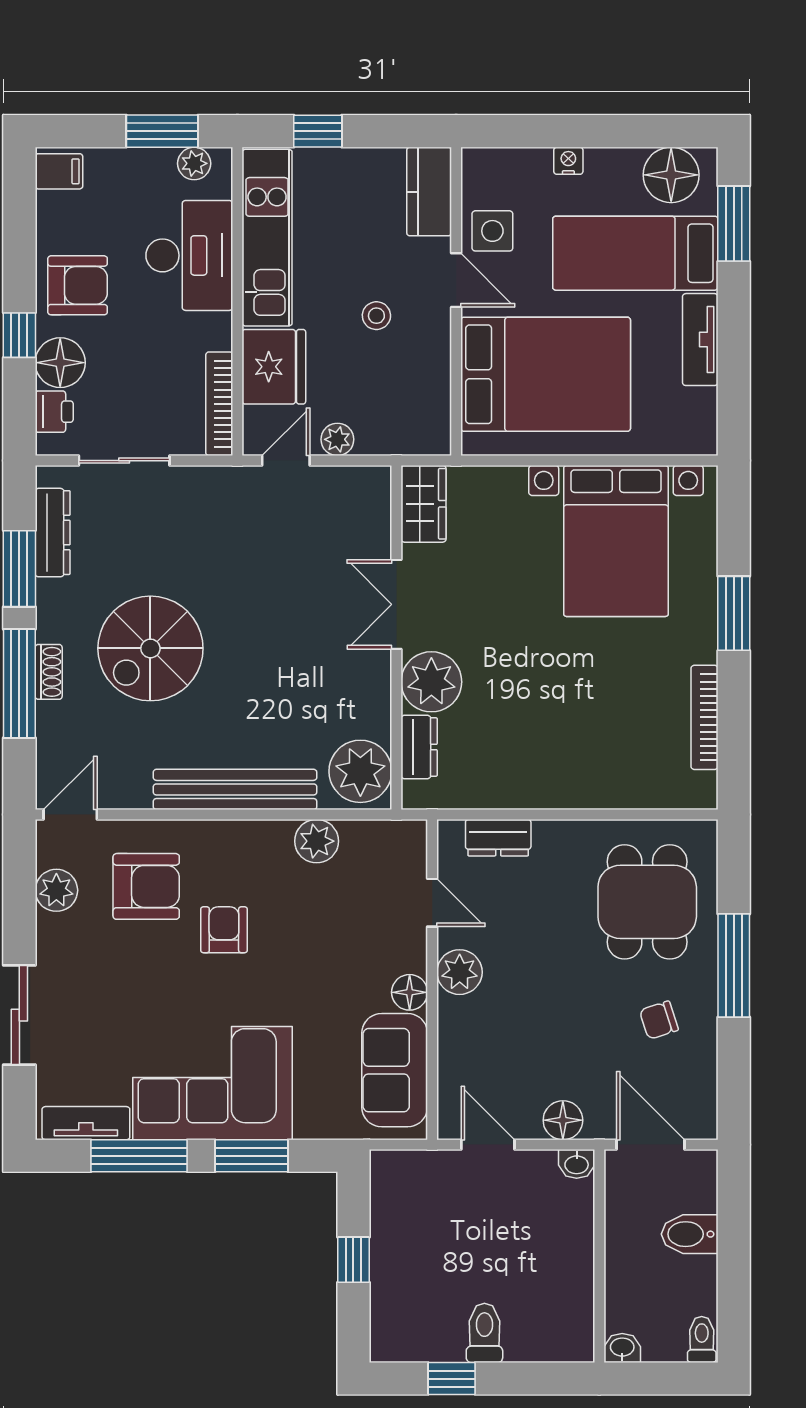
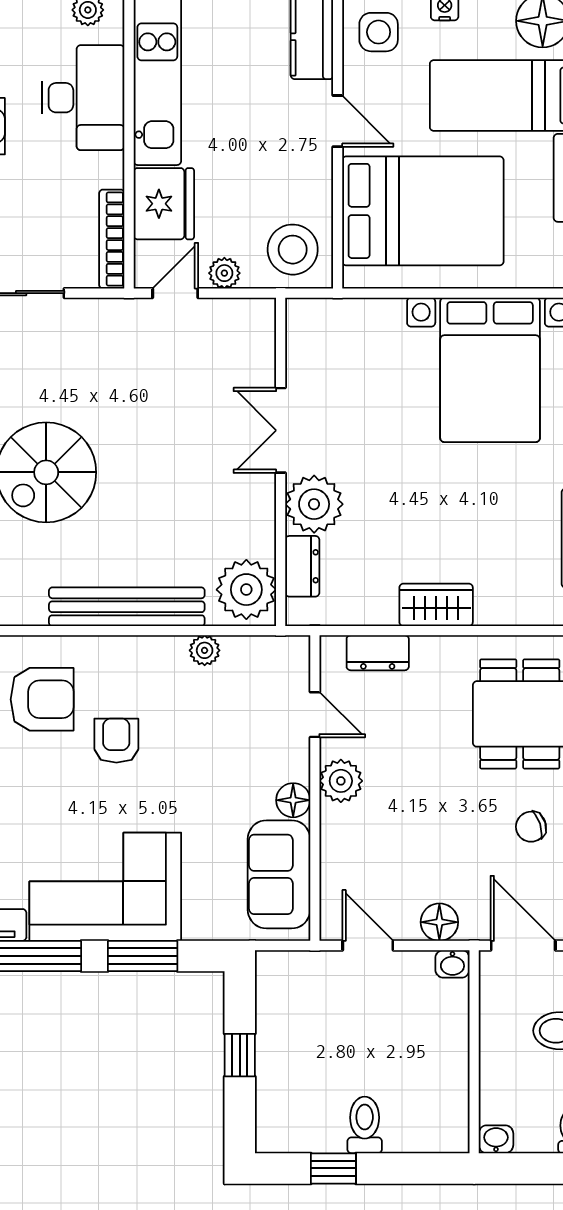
side table: (492, 231) -> (379, 32), moved
stool: (376, 316) -> (293, 250), moved, width x1.89, depth x1.89
wardrobe: (424, 504) -> (436, 605), moved, turned -90
plant: (317, 841) -> (205, 650), width x0.73, depth x0.73

